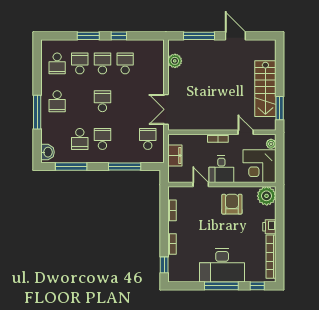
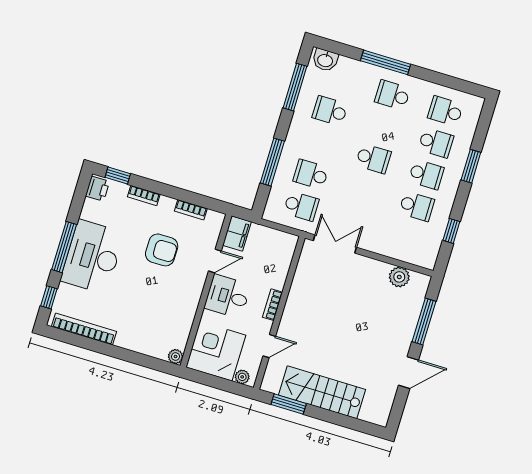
window: (119, 36) -> (451, 231), moved
school desk: (102, 139) -> (311, 174), moved, turned 180
filing cabinet: (175, 156) -> (237, 233), moved, turned -90
plant: (267, 196) -> (176, 357), width x0.53, depth x0.53
armchair: (232, 204) -> (162, 250), moved
printer: (269, 227) -> (97, 189), moved, turned 90

